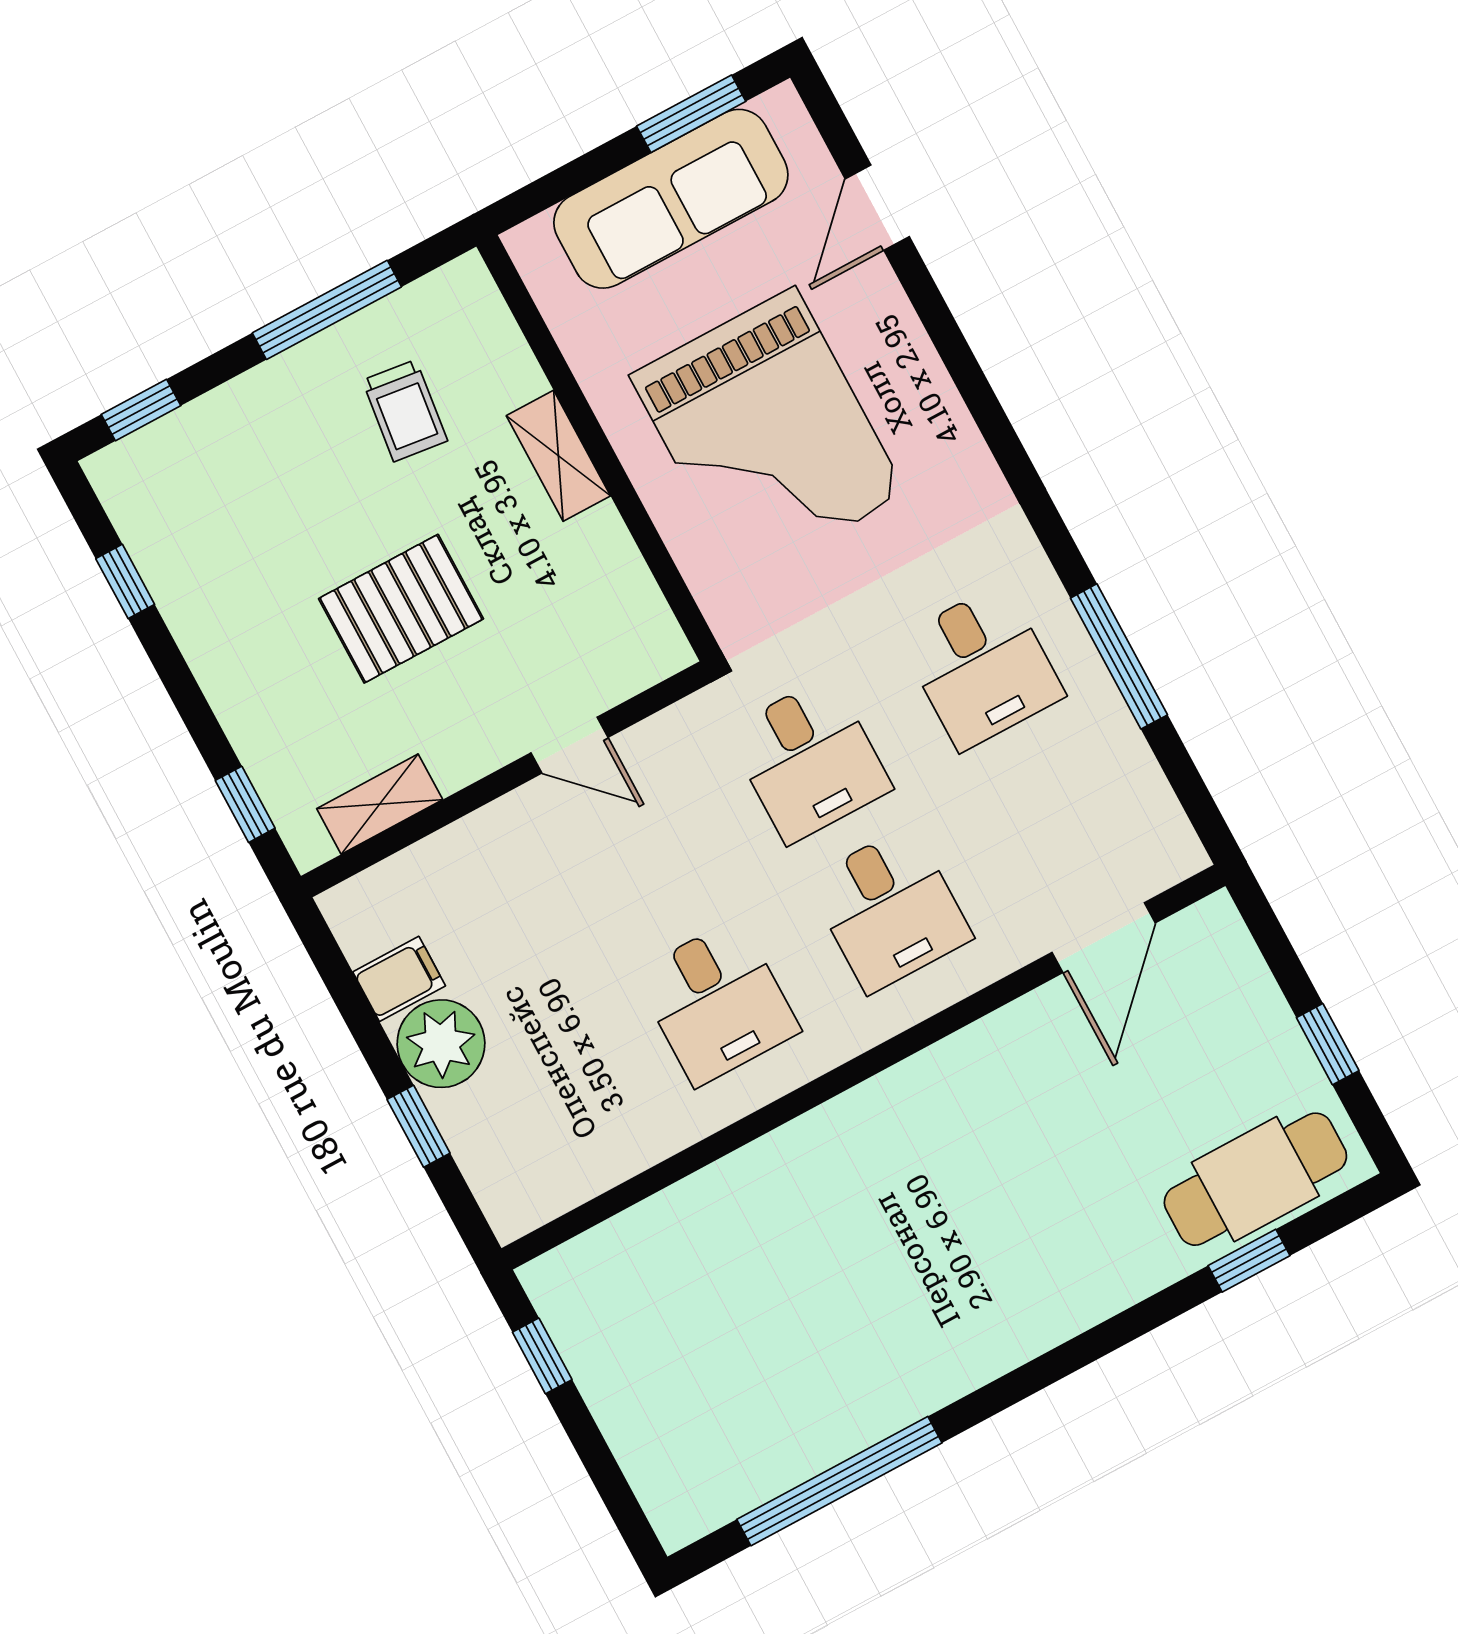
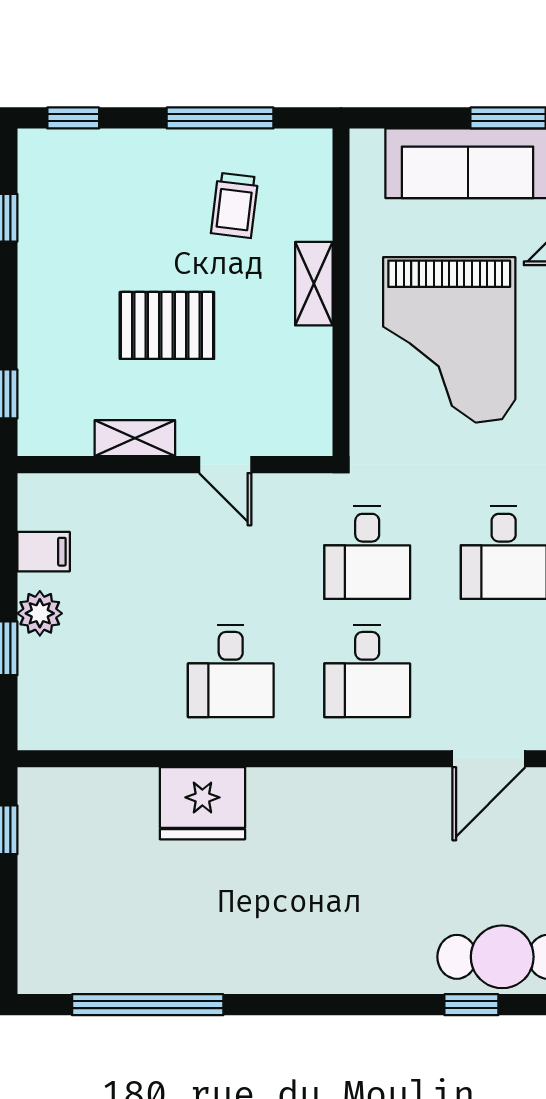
shelving: (380, 804) -> (135, 438), moved
plant: (441, 1044) -> (40, 613), width x0.73, depth x0.73
fridge: (771, 1189) -> (202, 803), added

